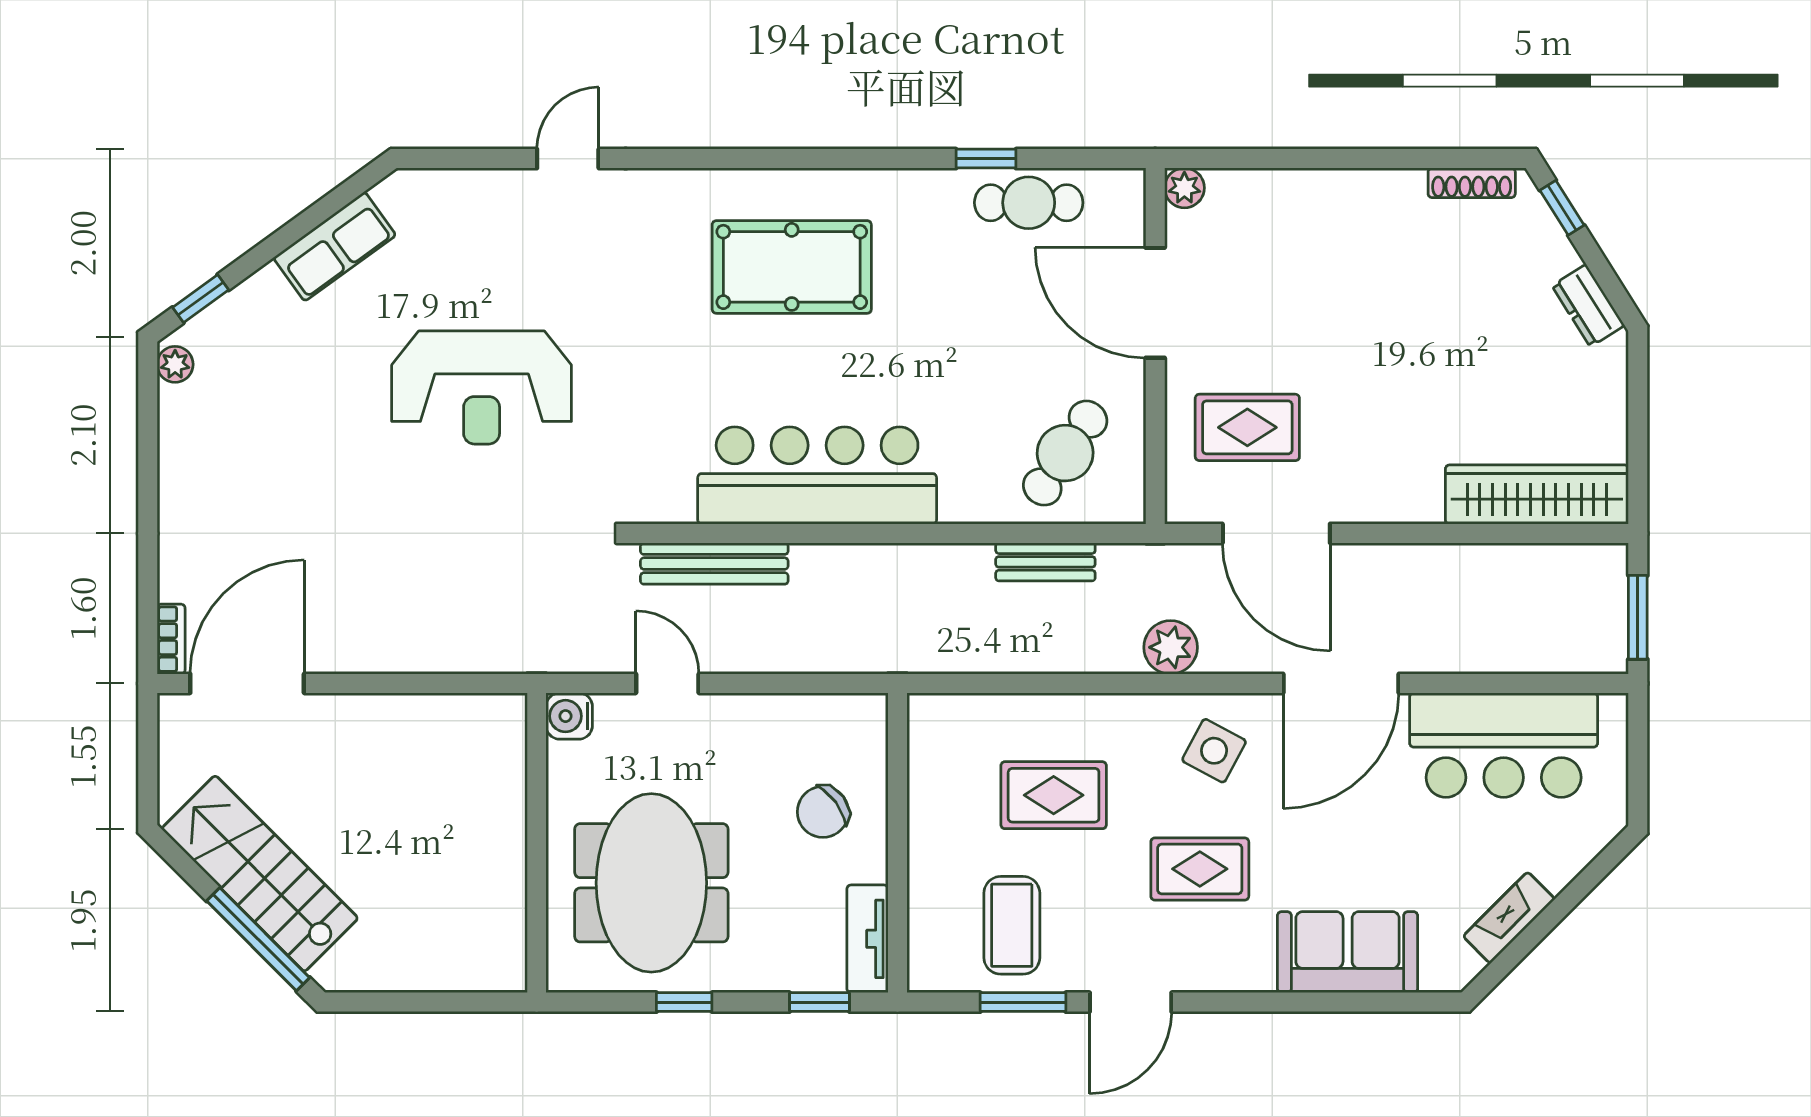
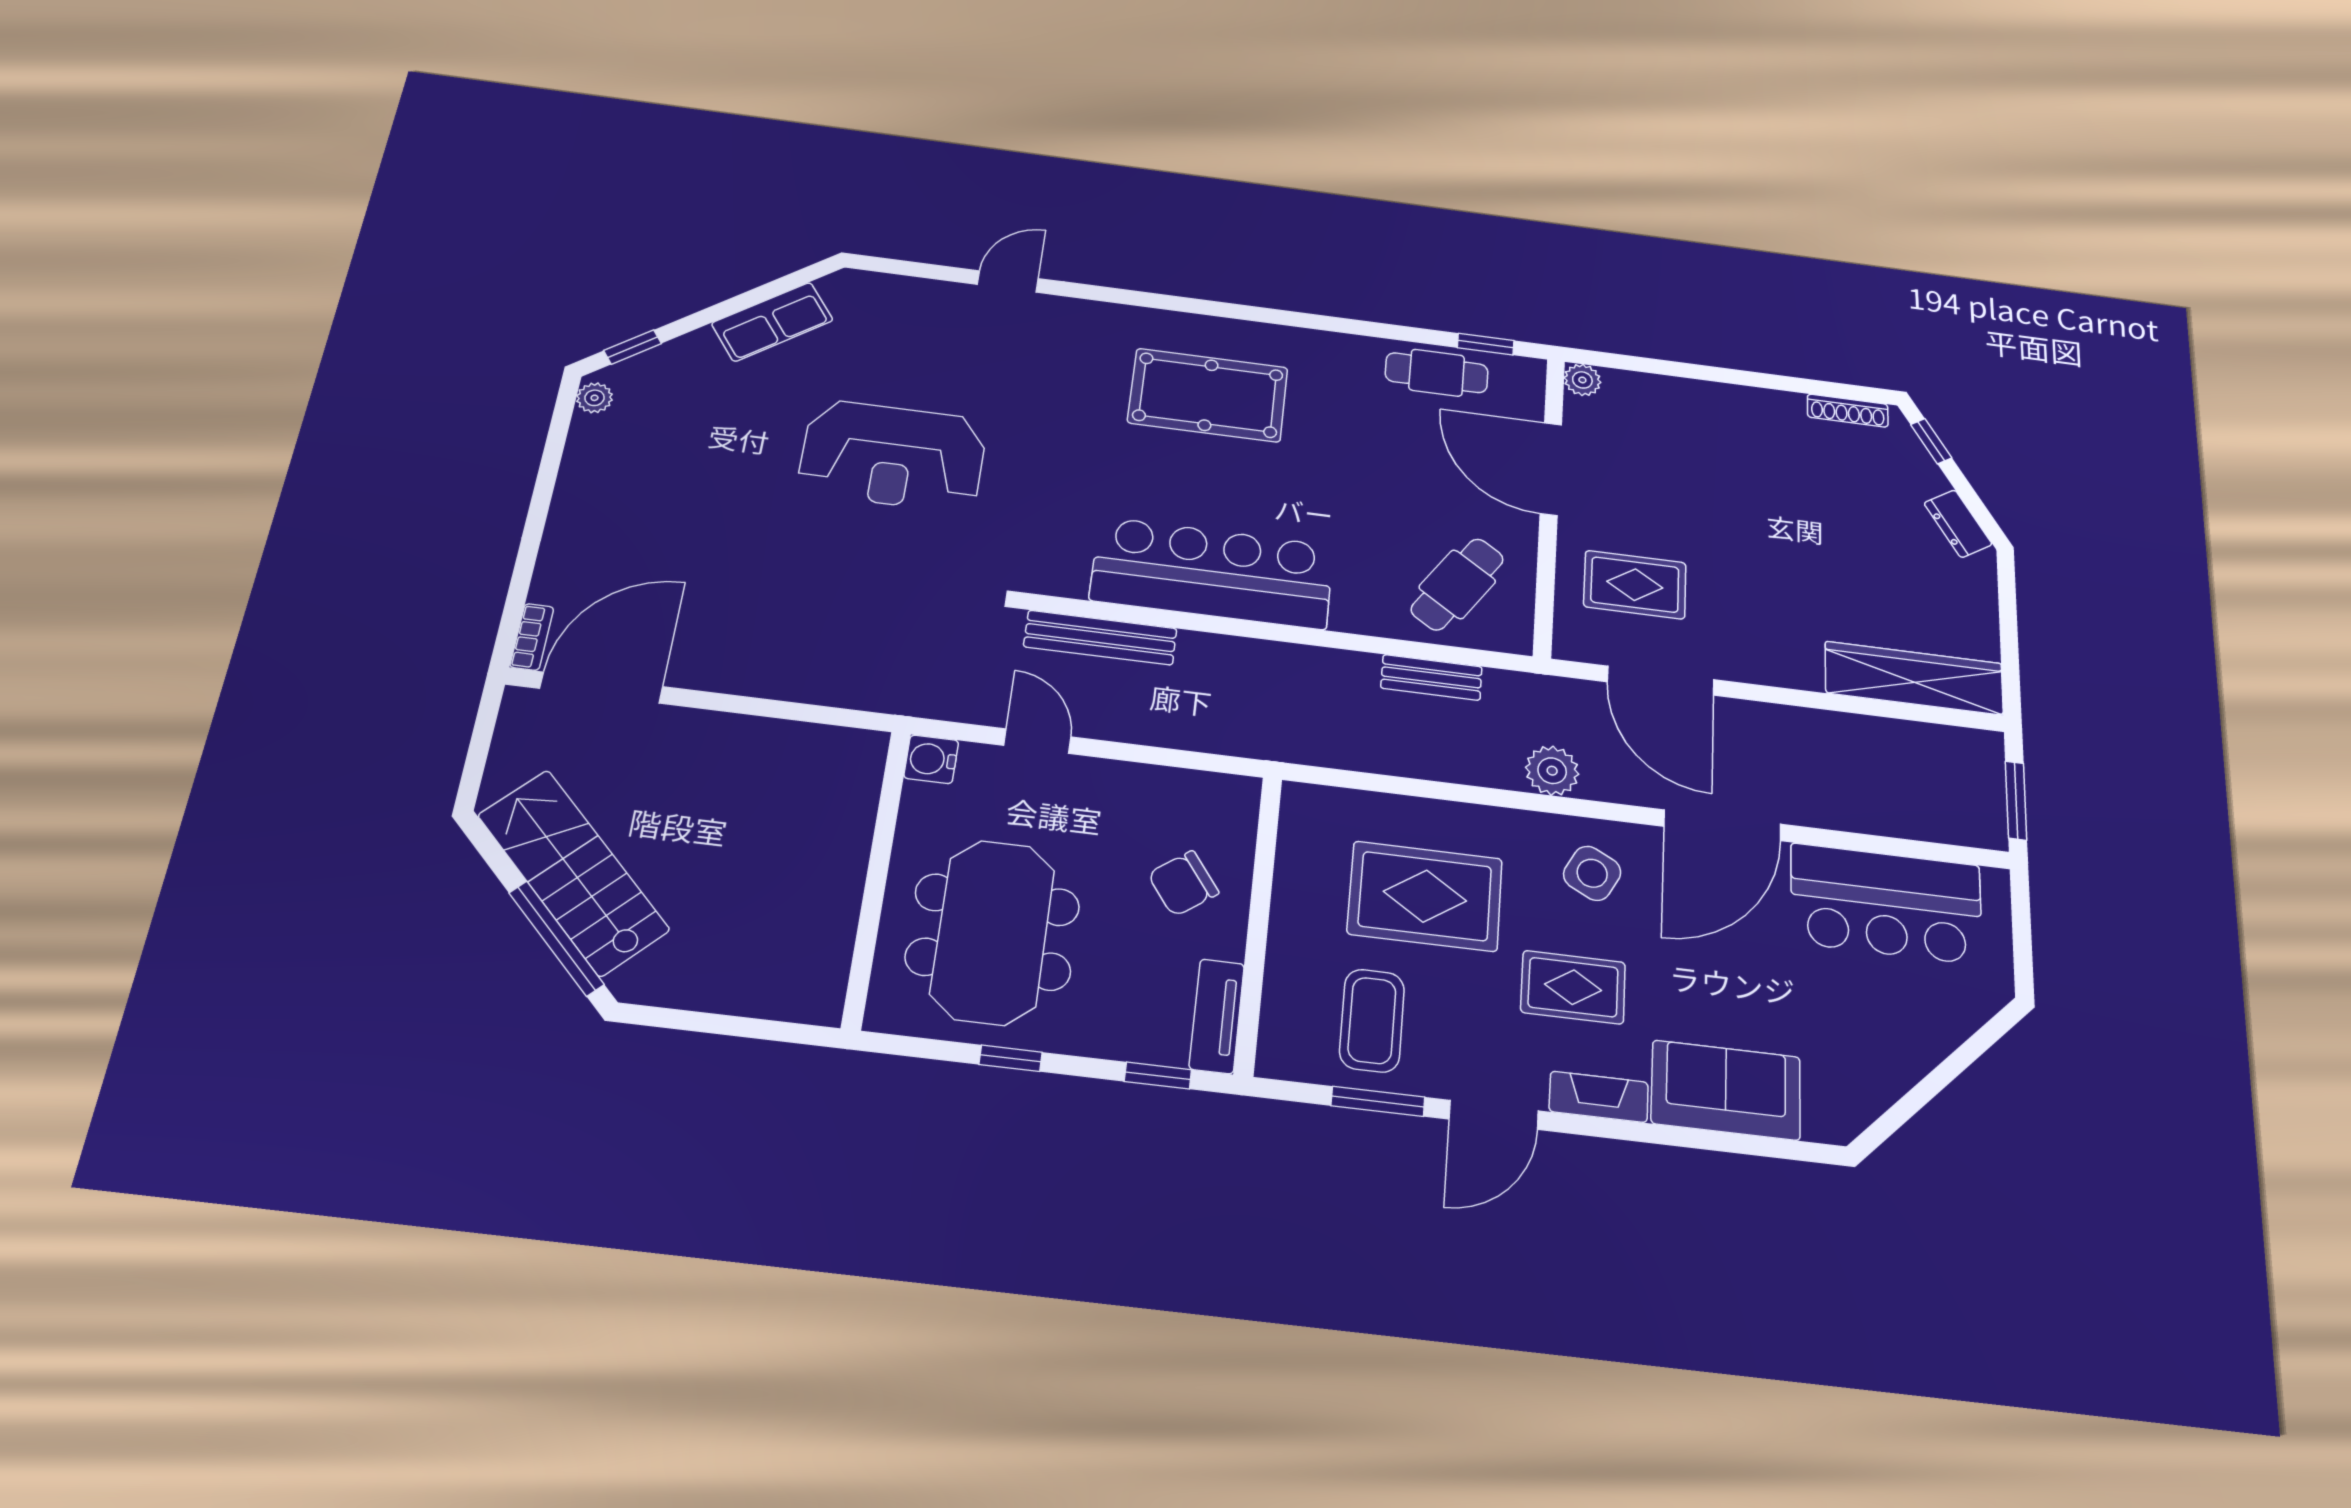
window: (986, 159) -> (1486, 344), moved
rug: (1054, 795) -> (1425, 896), width x1.36, depth x1.43
fireplace: (1509, 918) -> (1599, 1097), moved, turned 45

